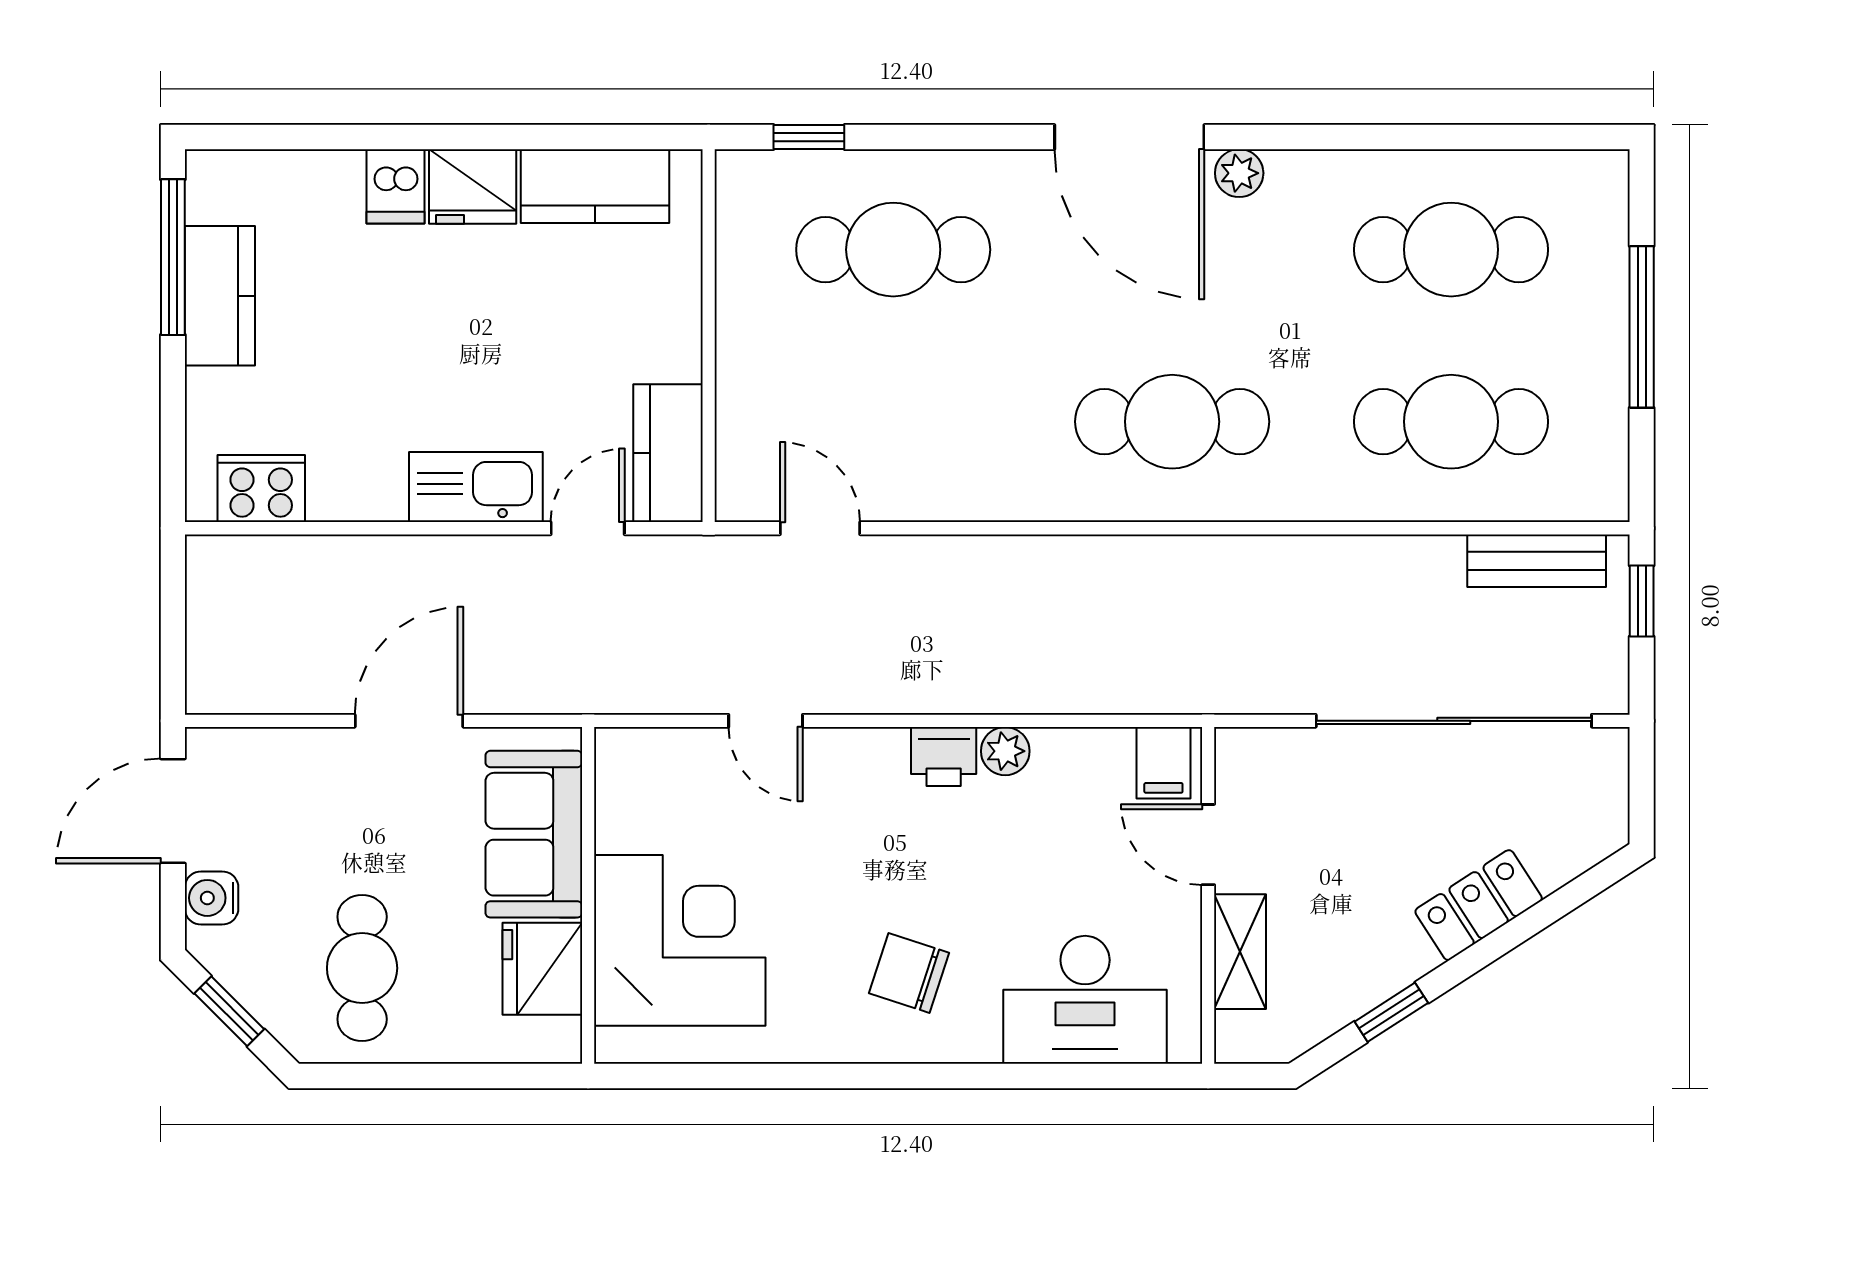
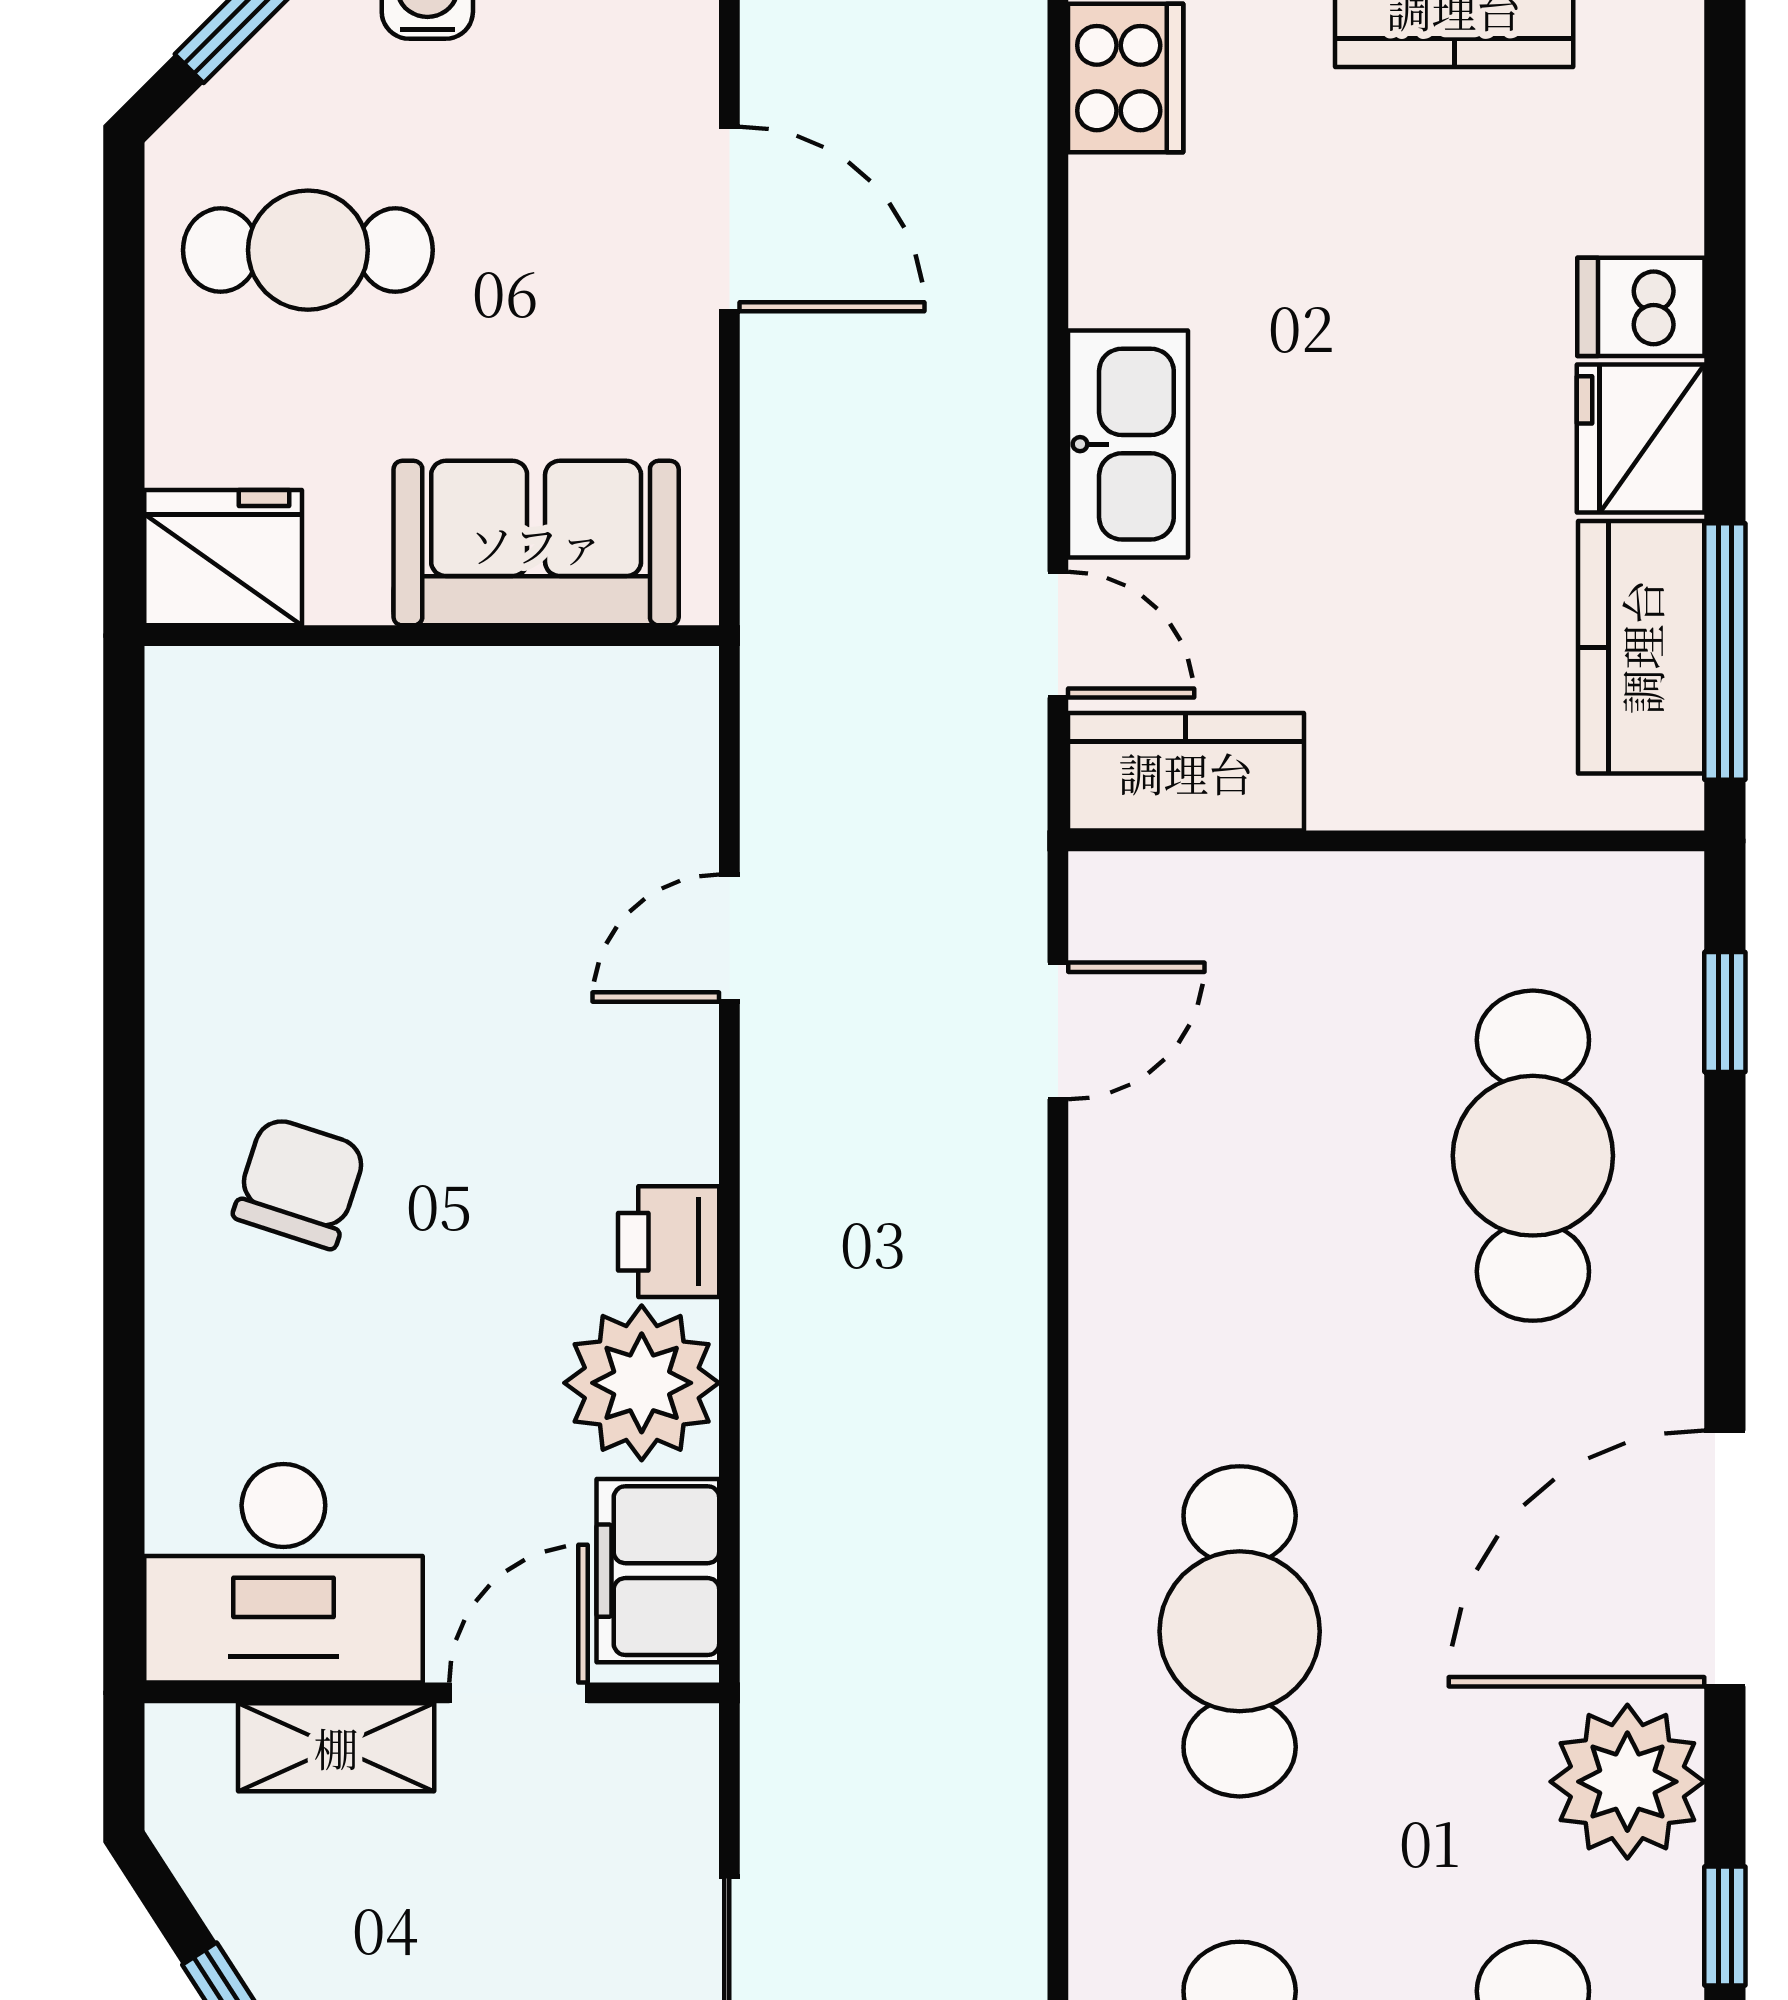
window: (597, 137) -> (1725, 651), added
window: (1345, 137) -> (1725, 1926), added
plant: (1239, 173) -> (1627, 1782), width x1.88, depth x1.88
door: (409, 721) -> (729, 219), moved
plant: (1005, 751) -> (642, 1383), width x1.88, depth x1.88
filing cabinet: (1163, 763) -> (658, 1571), width x2.00
corner desk: (680, 940) -> (355, 792), removed
fridge: (542, 969) -> (223, 558), moved
desk: (1085, 1000) -> (283, 1573), moved, turned -90

